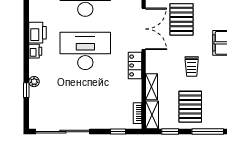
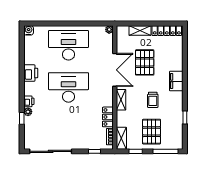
printer: (35, 51) -> (29, 101), moved
locker: (135, 65) -> (108, 117), moved
shelving: (152, 87) -> (121, 100), moved

